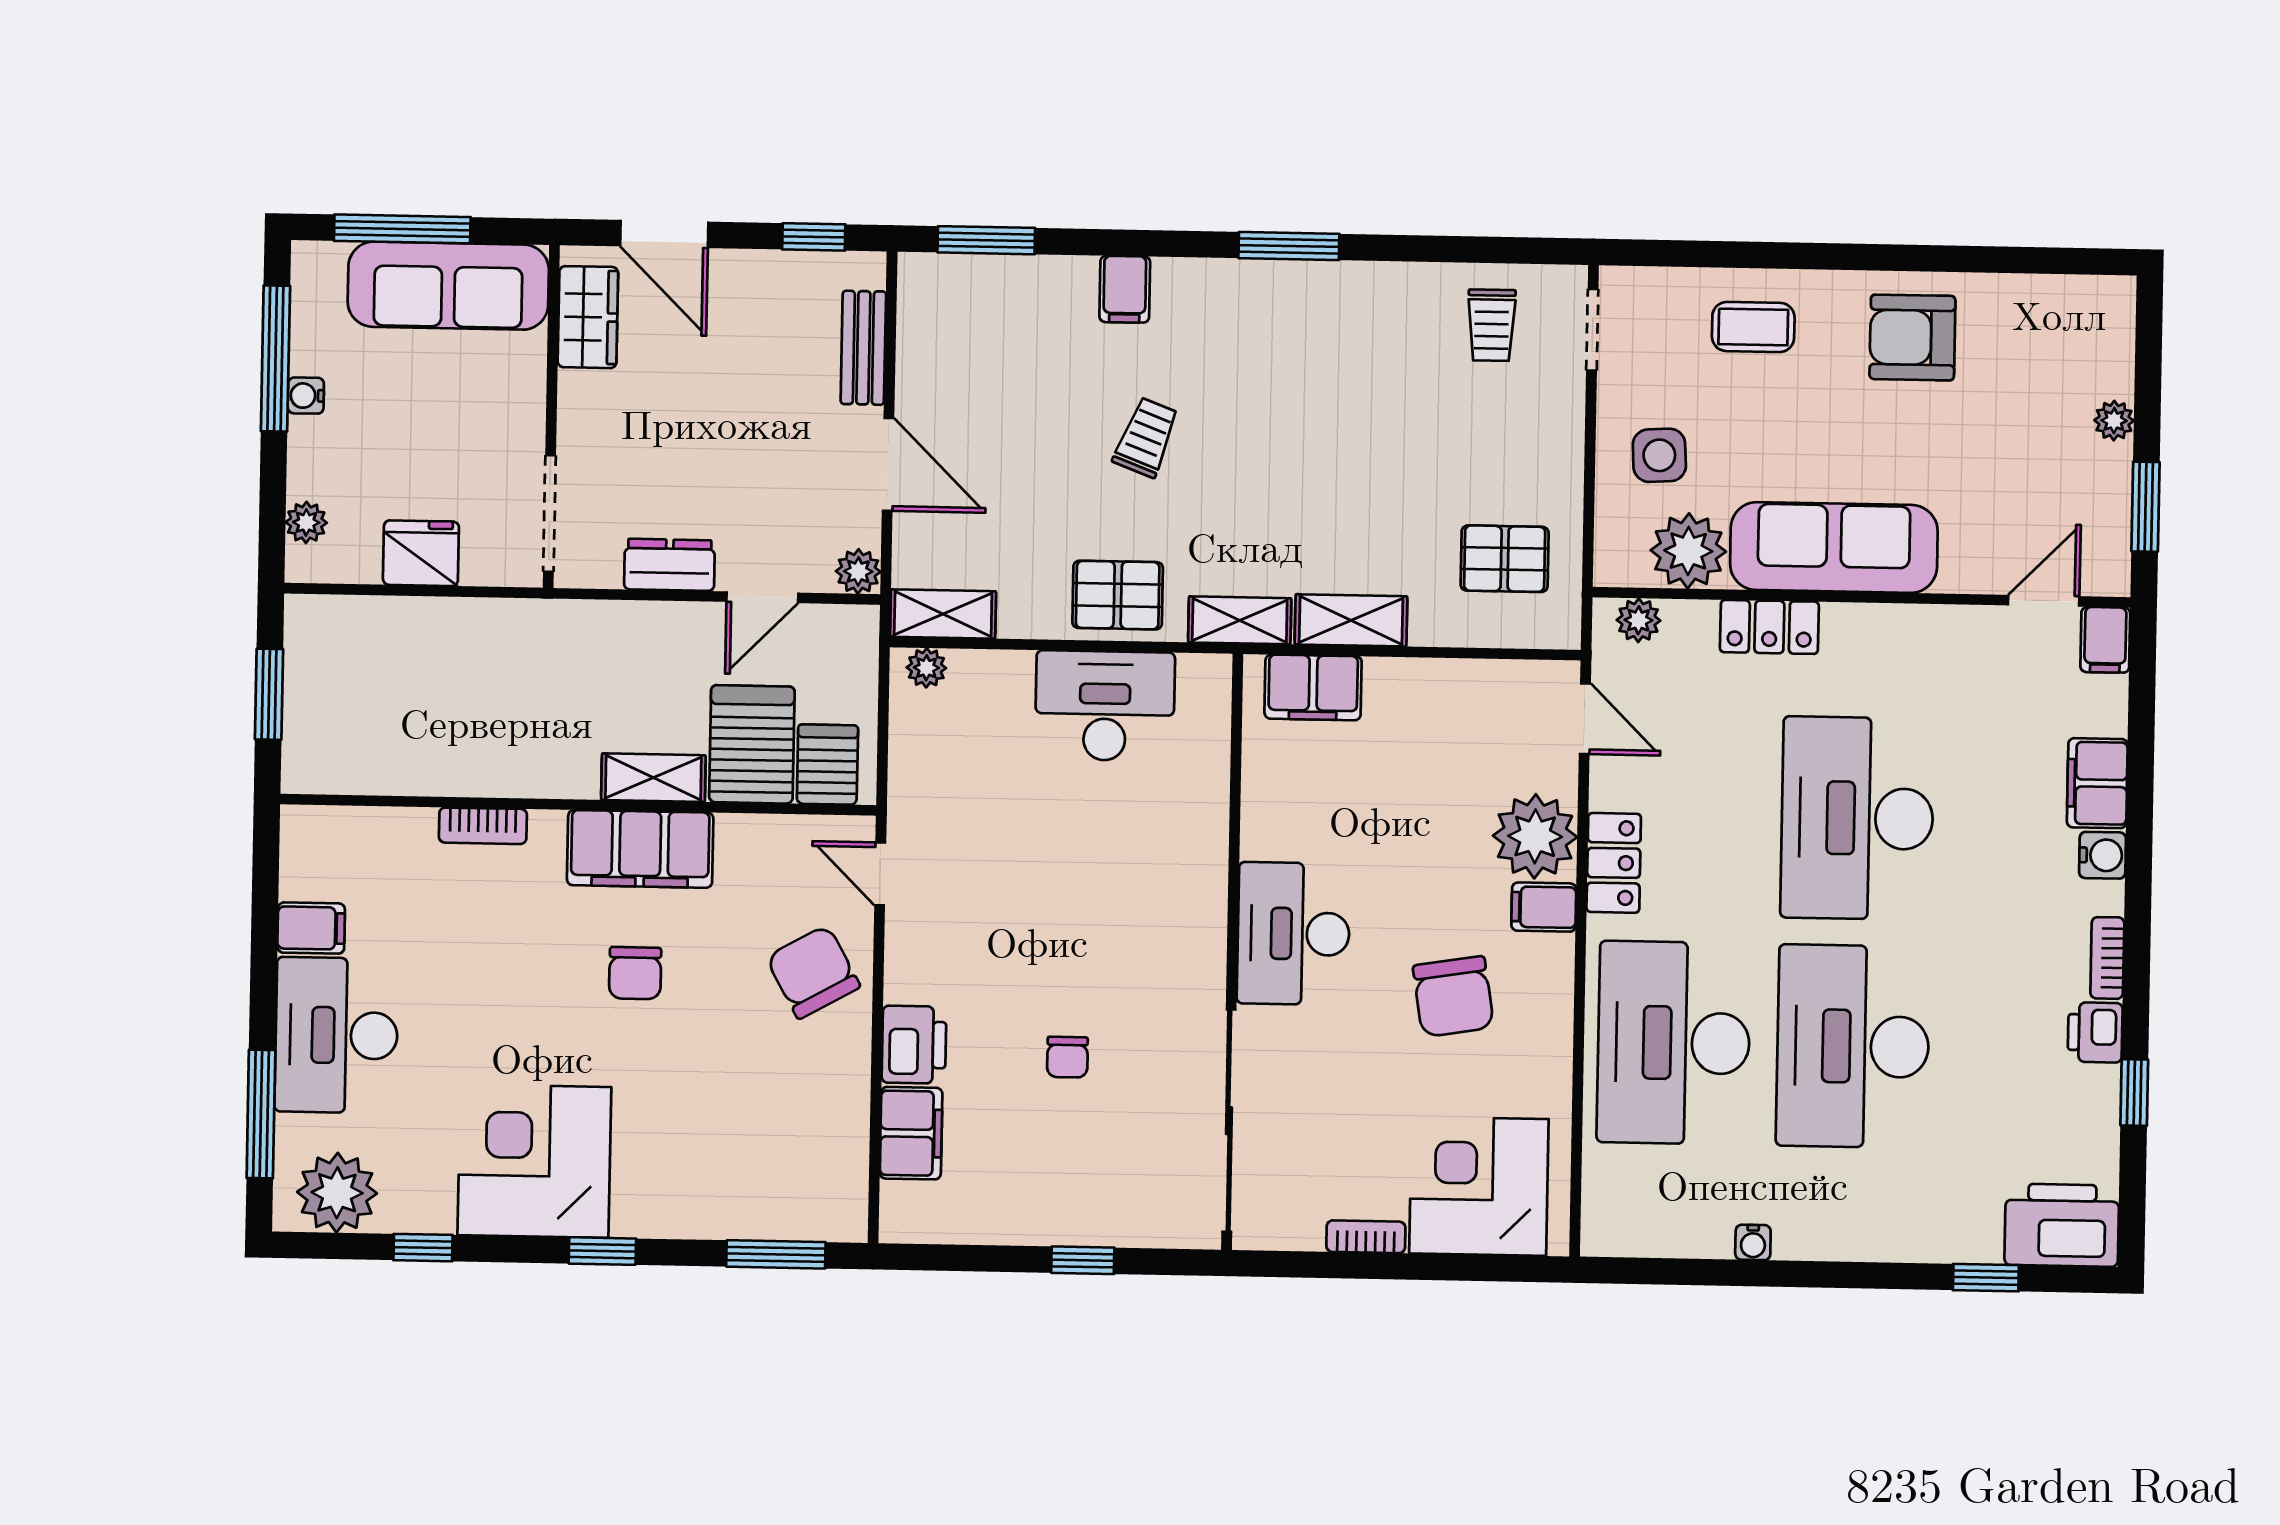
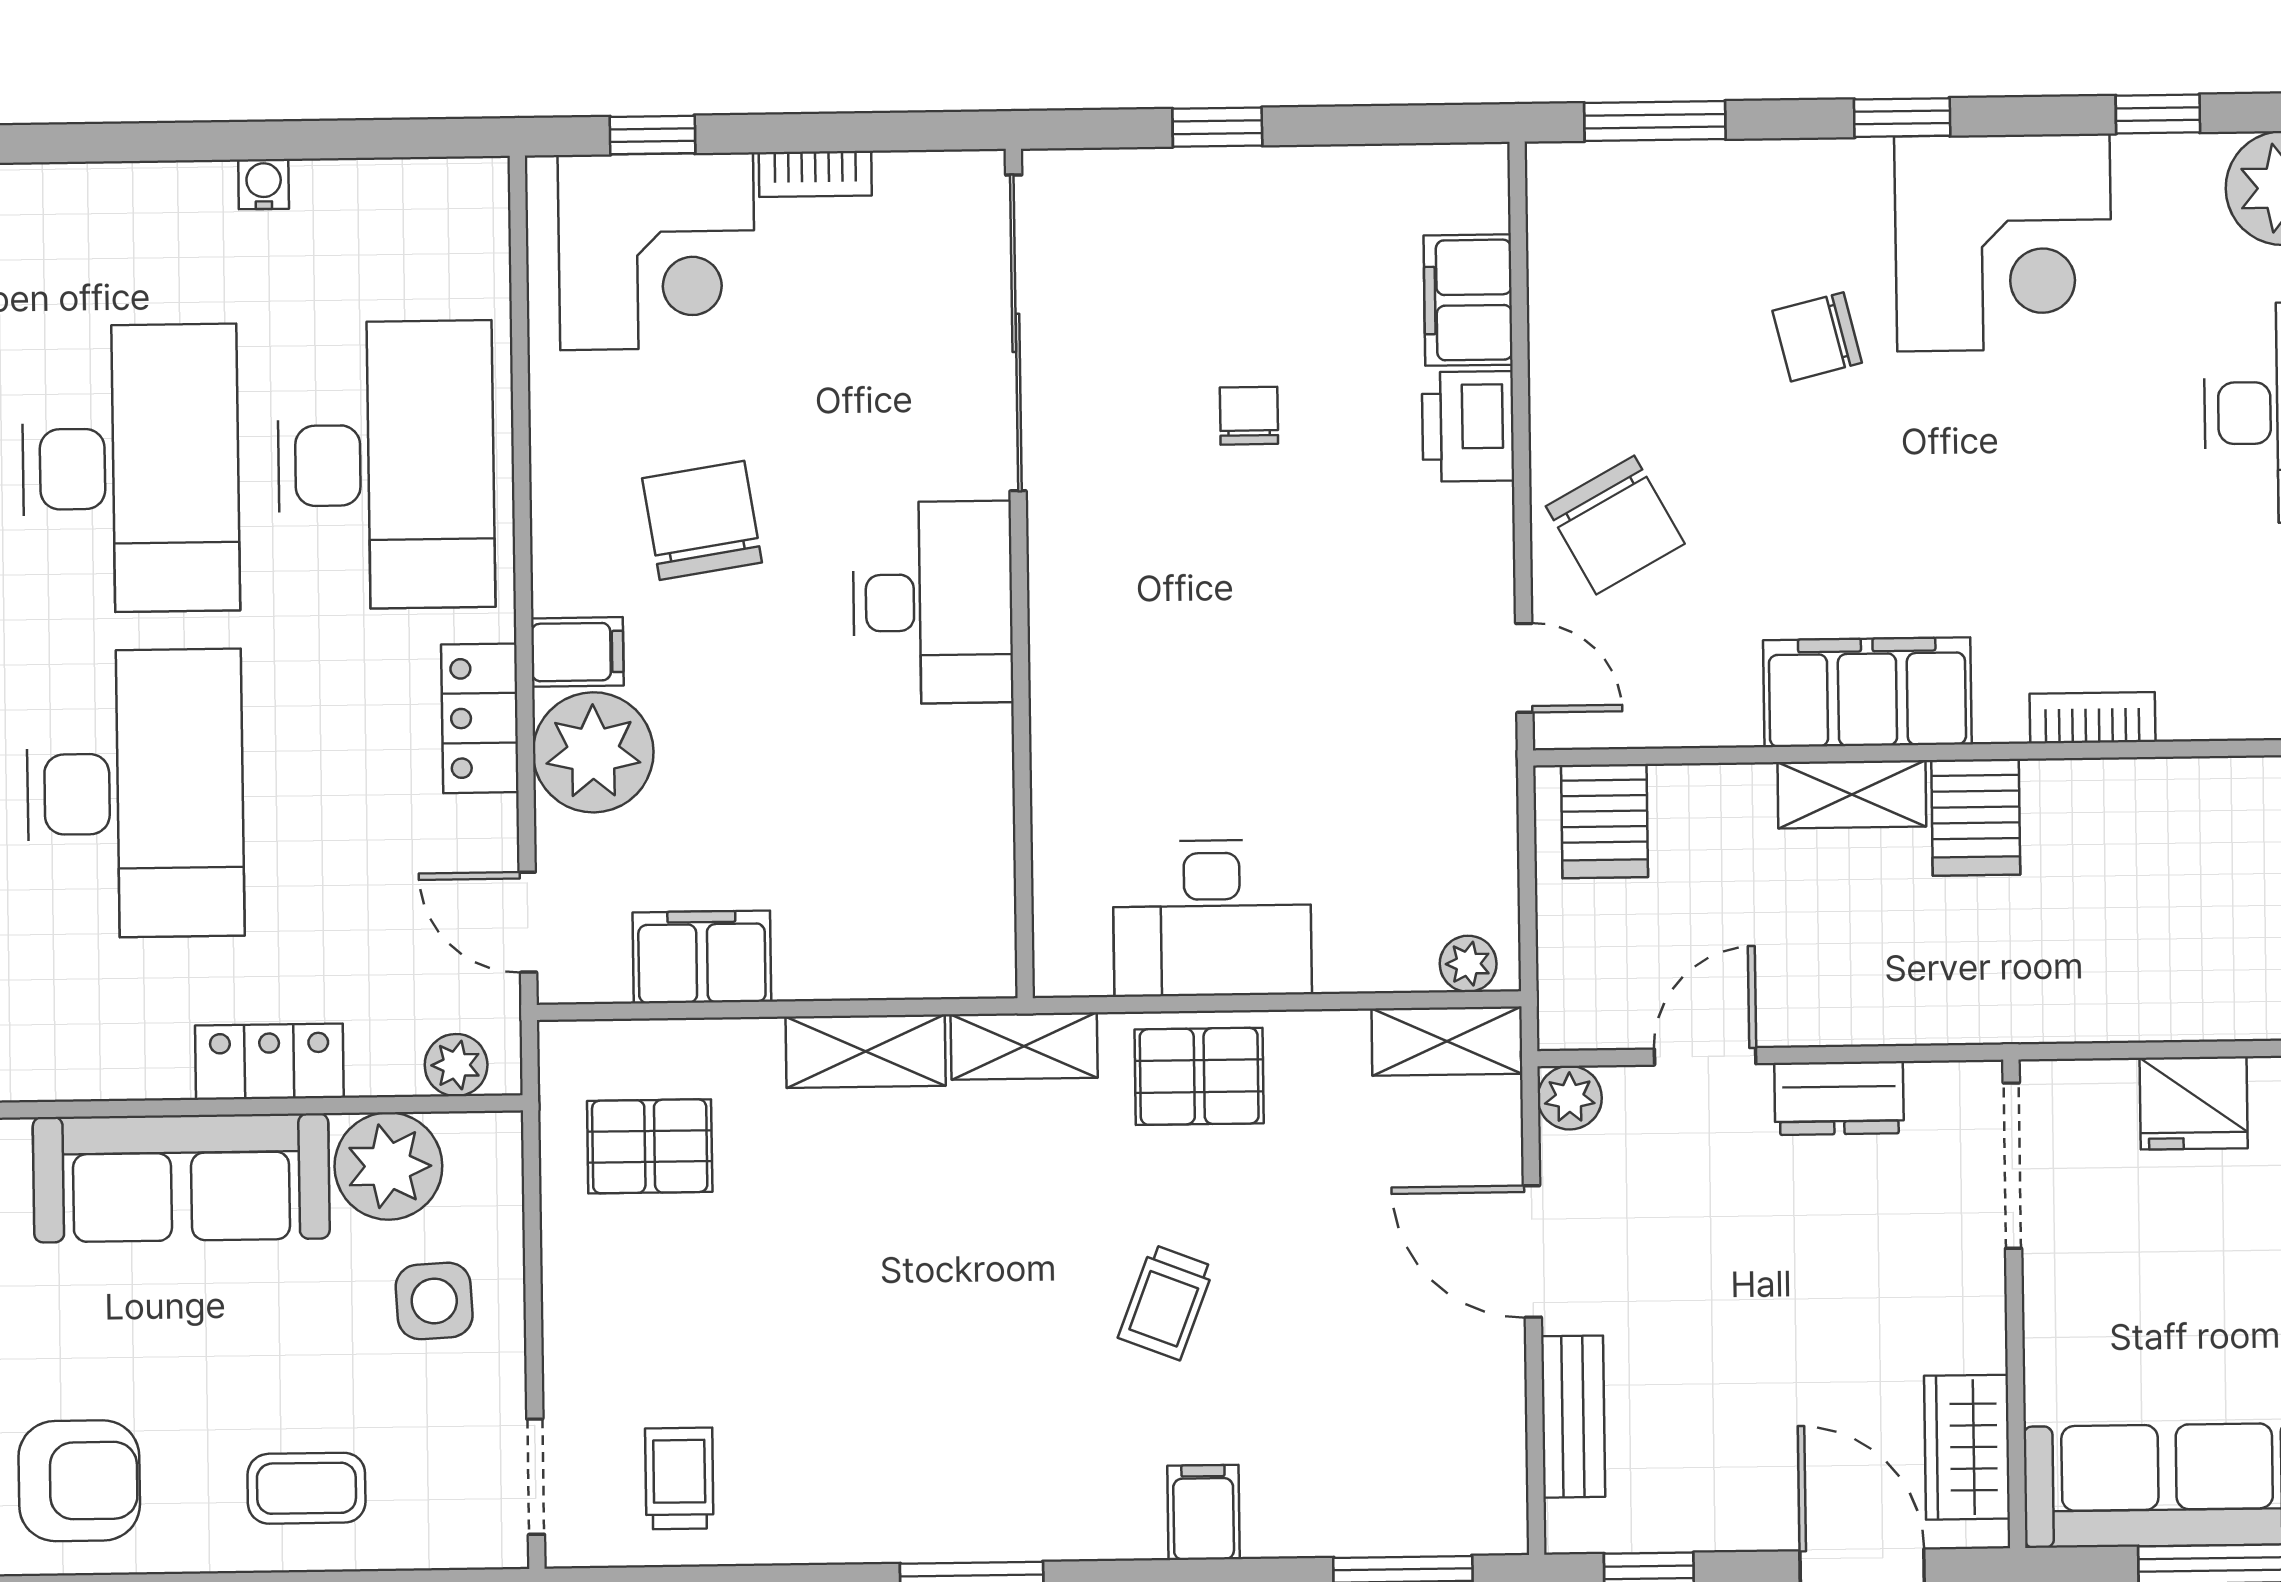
filing cabinet: (1313, 687) -> (702, 957), moved
server rack: (752, 744) -> (1976, 817), moved, width x0.73, depth x0.70
chair: (635, 973) -> (1817, 337), moved, turned -104
window: (1479, 1268) -> (652, 135), added

